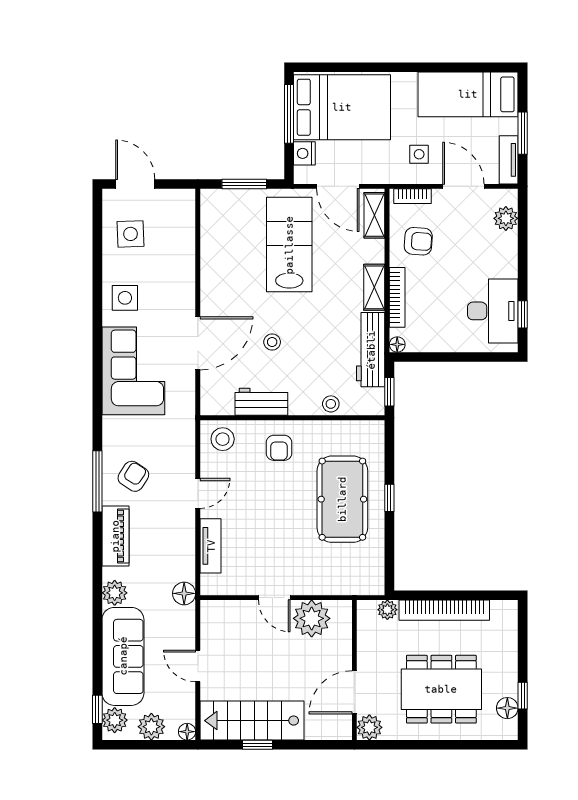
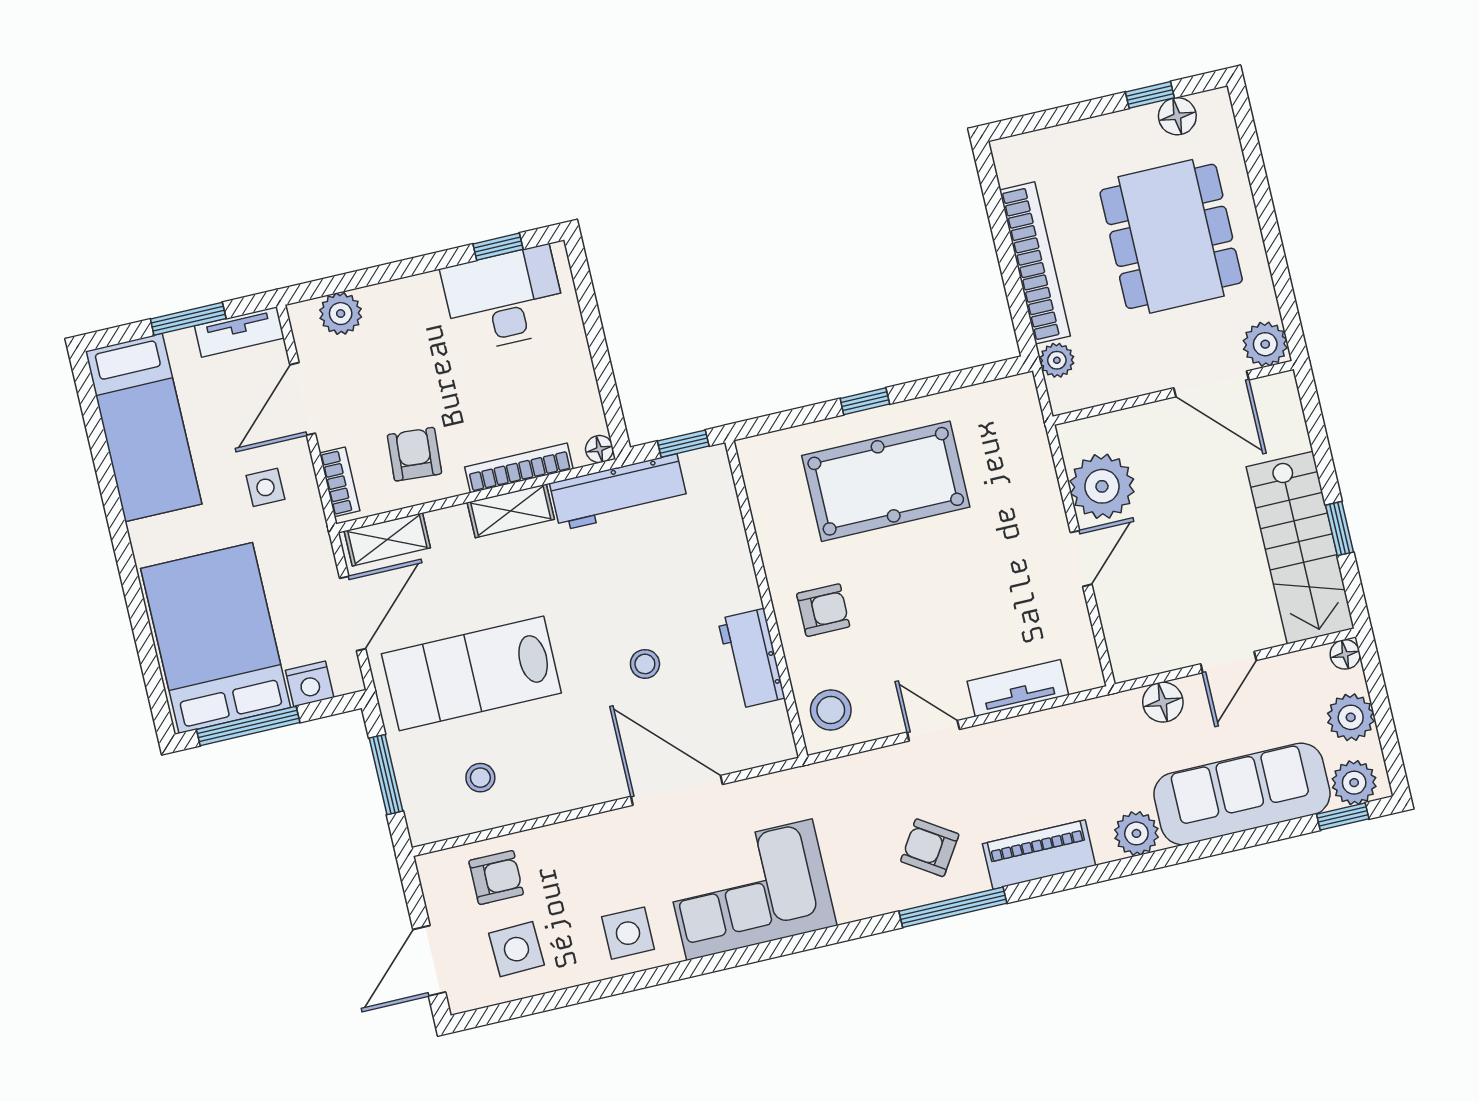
armchair: (173, 232) -> (496, 878), added
stool: (331, 404) -> (480, 778), moved
floor lamp: (184, 593) -> (1163, 702), moved

